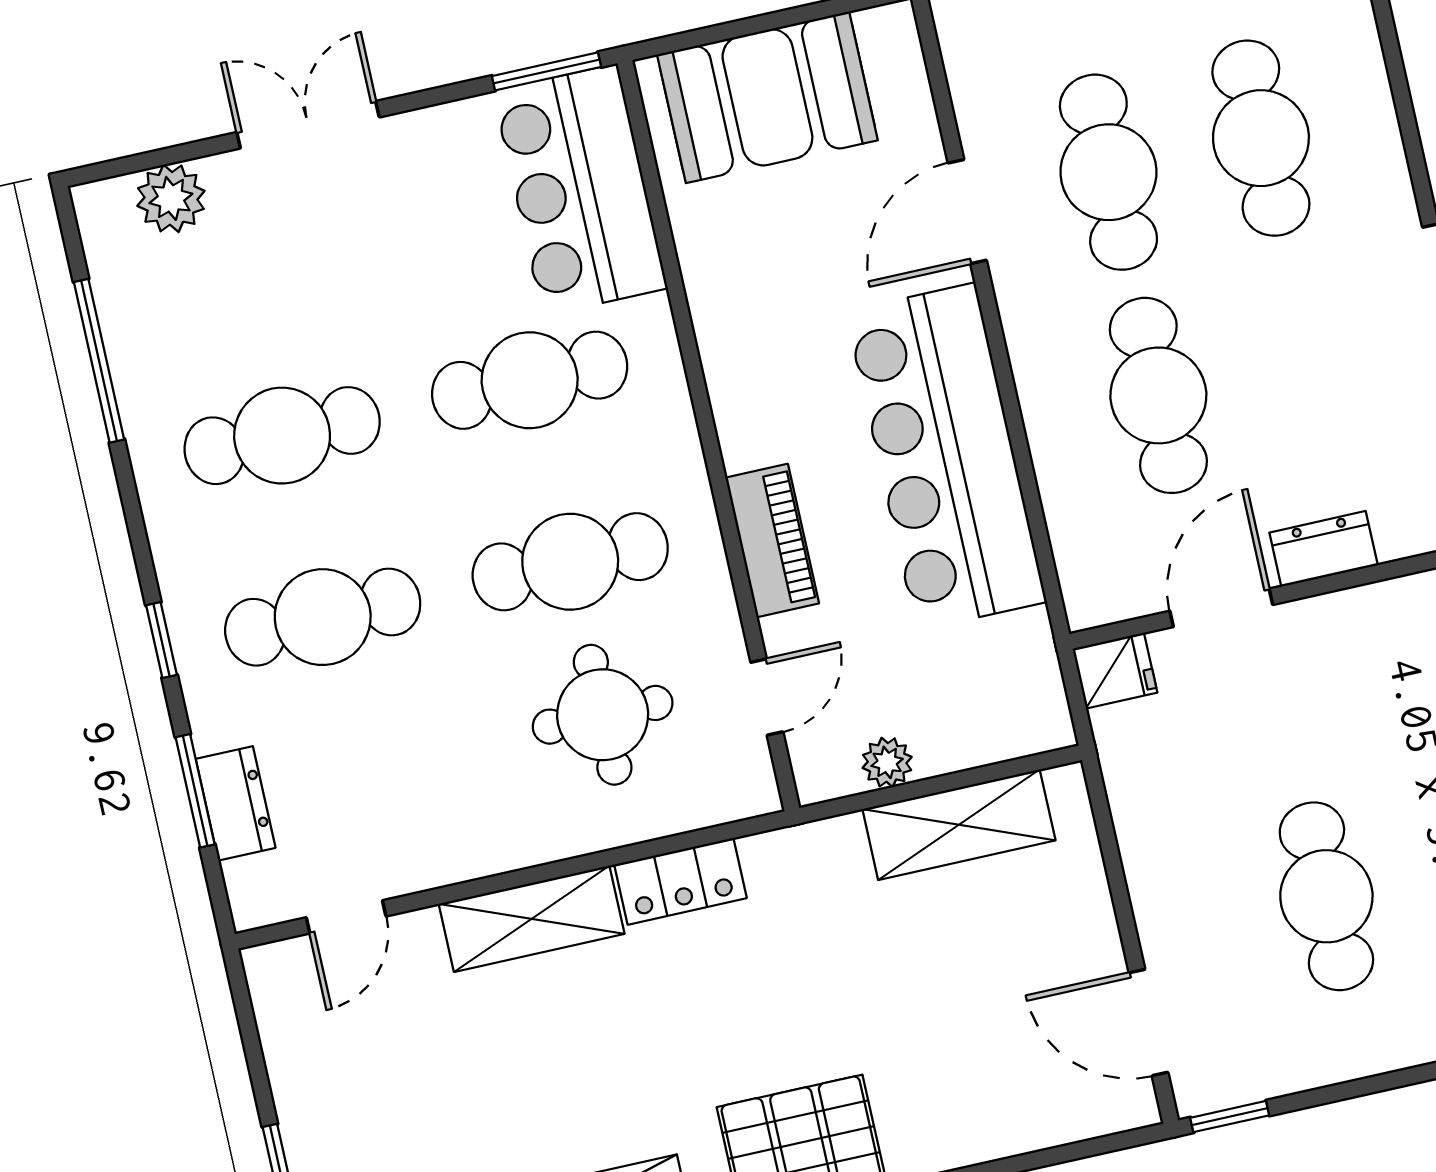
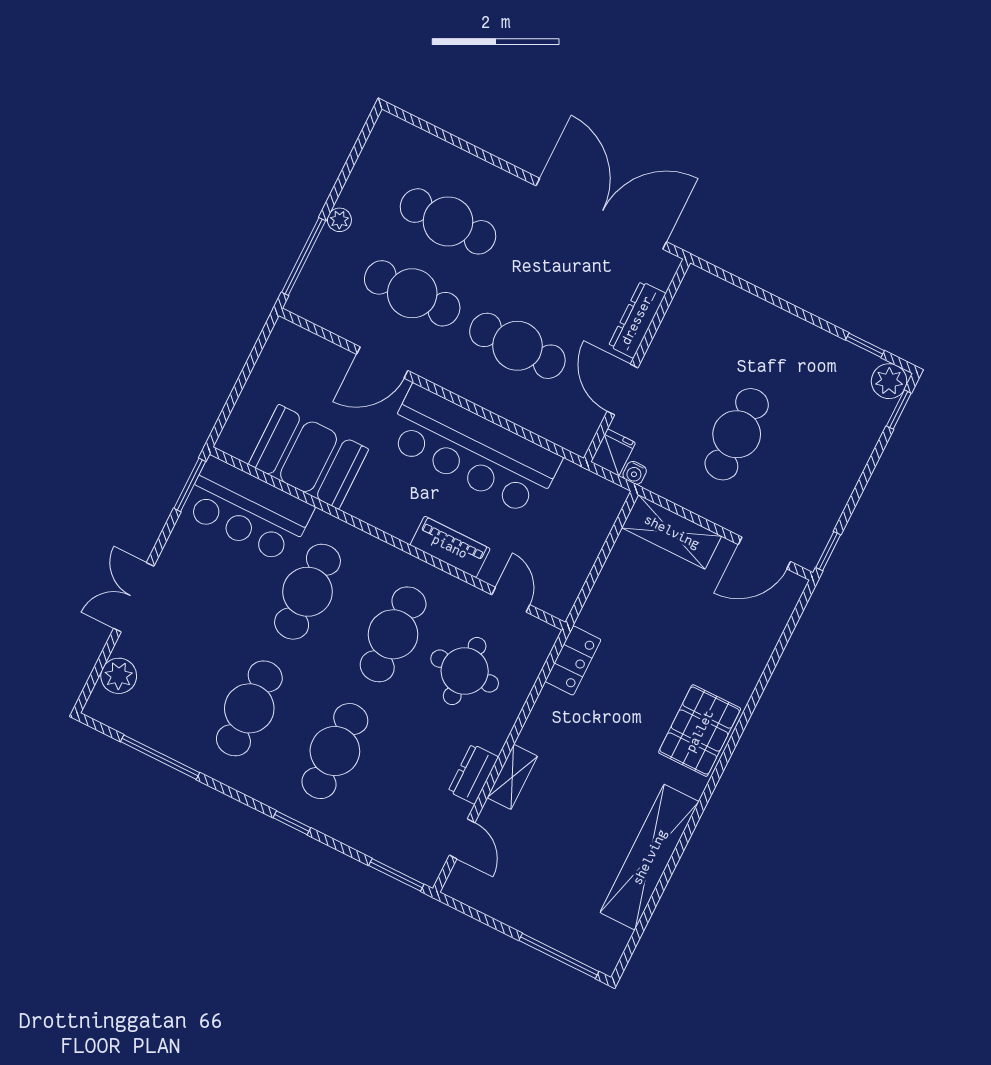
booth: (767, 97) -> (309, 457), moved, turned 90
door: (967, 212) -> (382, 362), hinge flipped
dresser: (1324, 549) -> (637, 320), width x1.44
water cooler: (1110, 728) -> (635, 473), added
plant: (887, 762) -> (576, 573), removed
window: (195, 791) -> (396, 875), moved
dresser: (236, 803) -> (473, 774), moved, turned -90
shelving: (959, 825) -> (672, 532), moved, turned 90
locker: (680, 881) -> (573, 661), moved
cafe table: (1326, 896) -> (737, 434), moved, turned 90
shelving: (532, 919) -> (512, 777), width x0.67, depth x0.75

